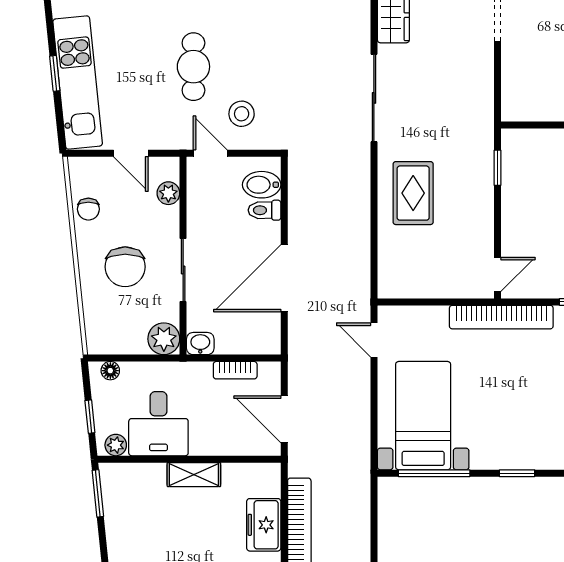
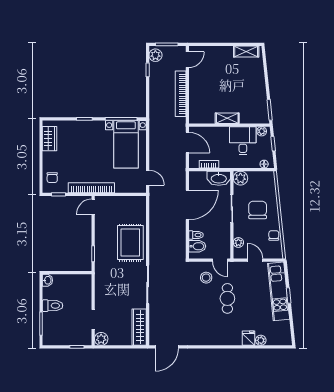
rug: (413, 193) -> (130, 243), width x1.36, depth x1.43
washbasin: (200, 344) -> (219, 178), width x1.91, depth x1.45
freezer: (264, 525) -> (196, 96), removed

